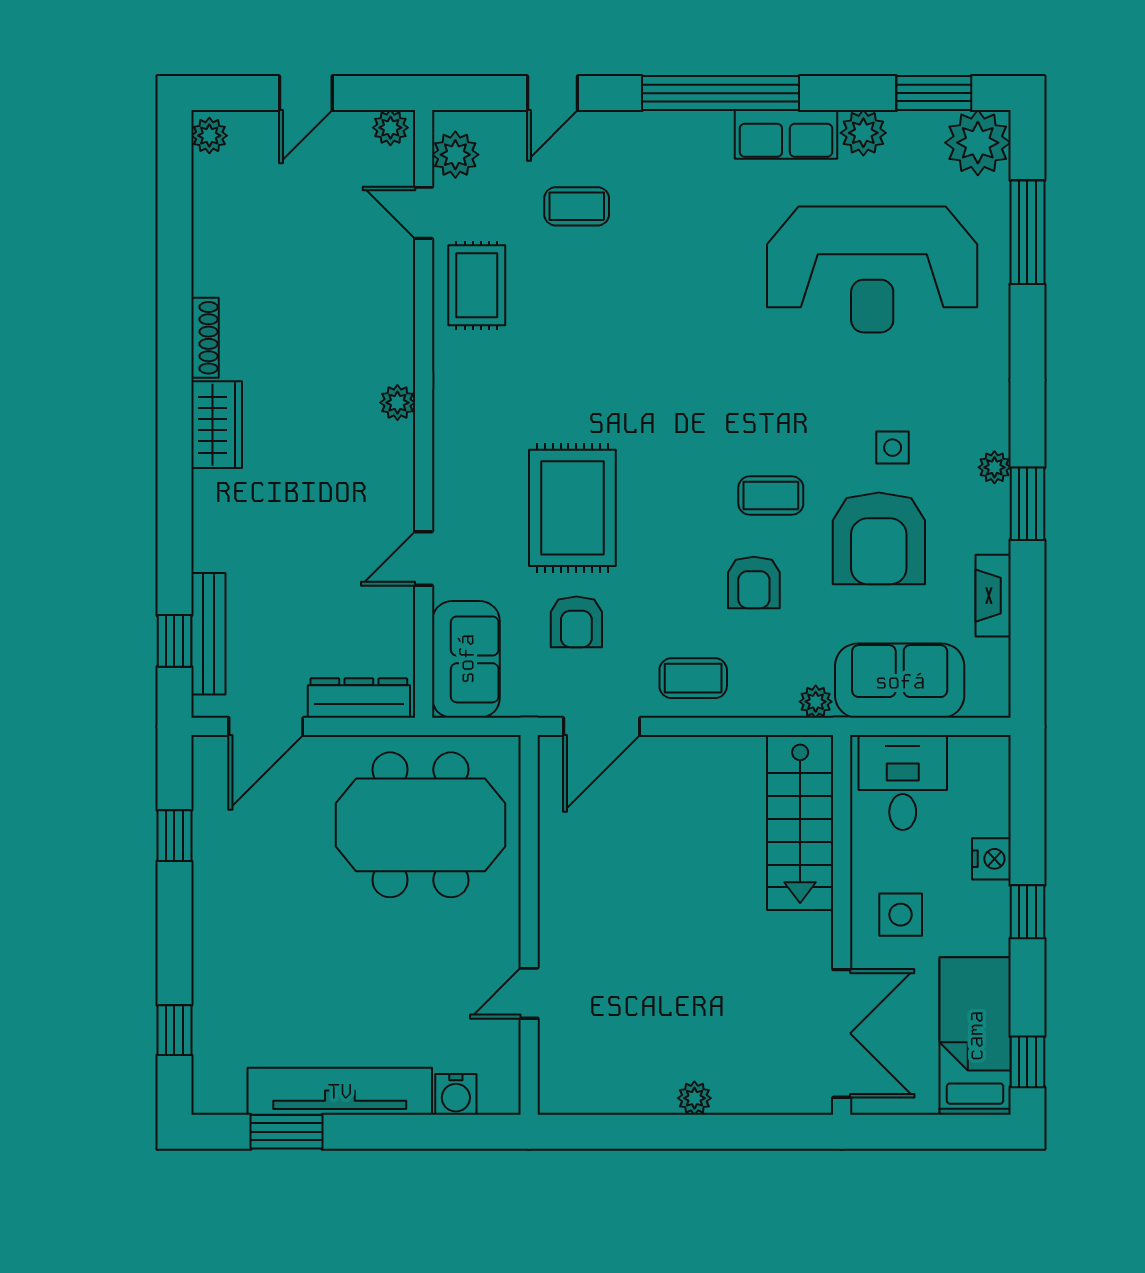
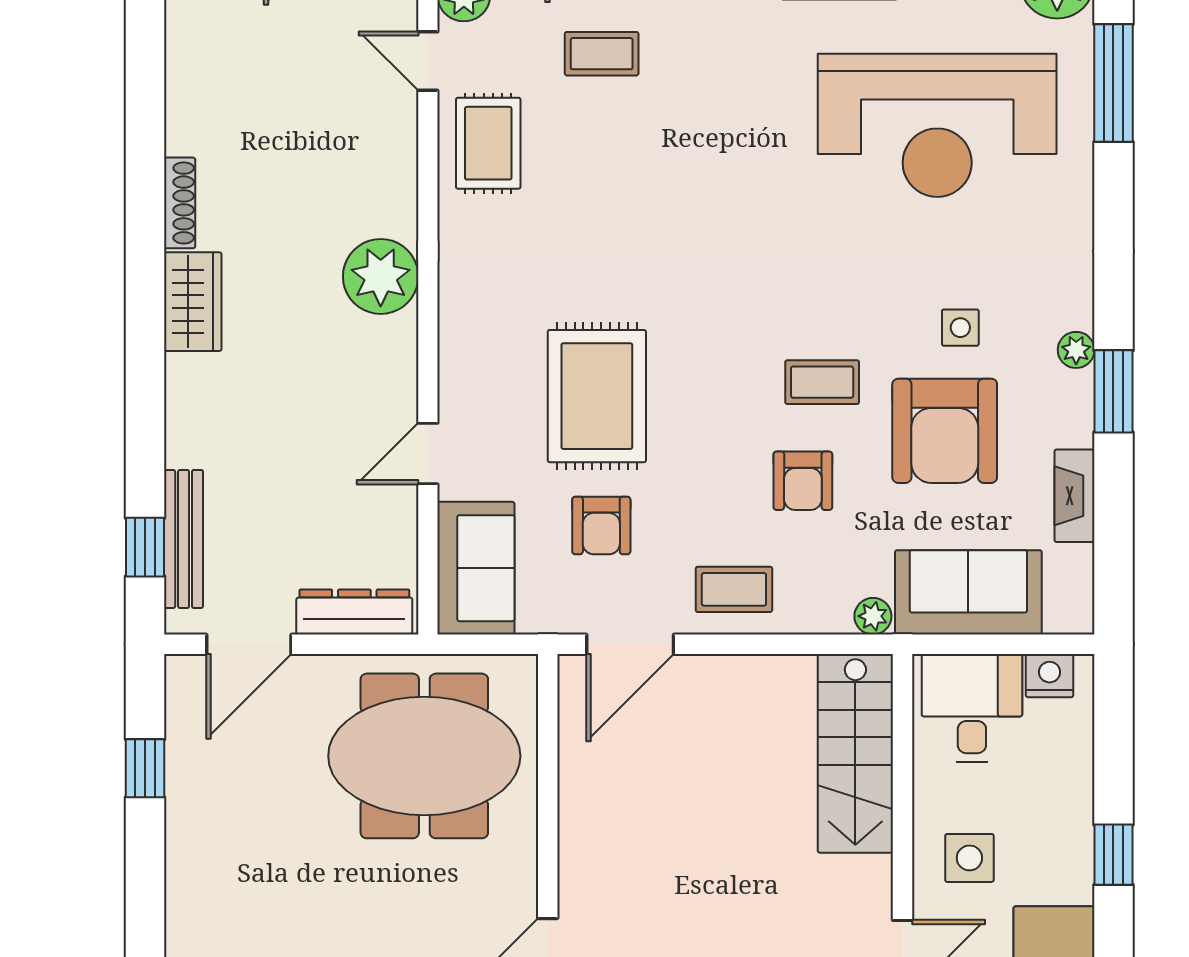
plant: (397, 403) -> (381, 276), width x1.88, depth x1.88
nightstand: (991, 859) -> (1050, 676), moved, turned -90

